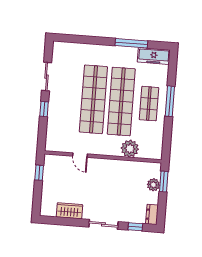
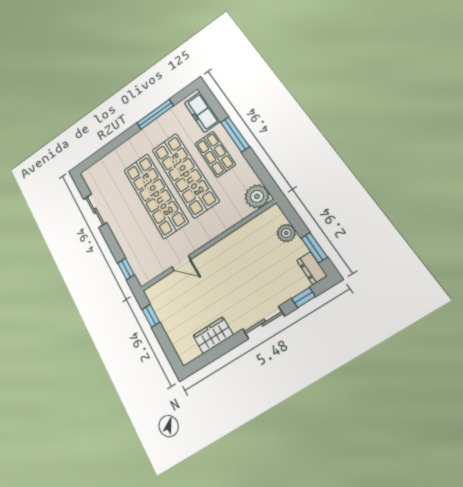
freezer: (154, 56) -> (202, 112), moved, turned 90
window: (44, 109) -> (126, 269), moved
plant: (130, 149) -> (257, 196), moved
window: (164, 181) -> (314, 248), moved

